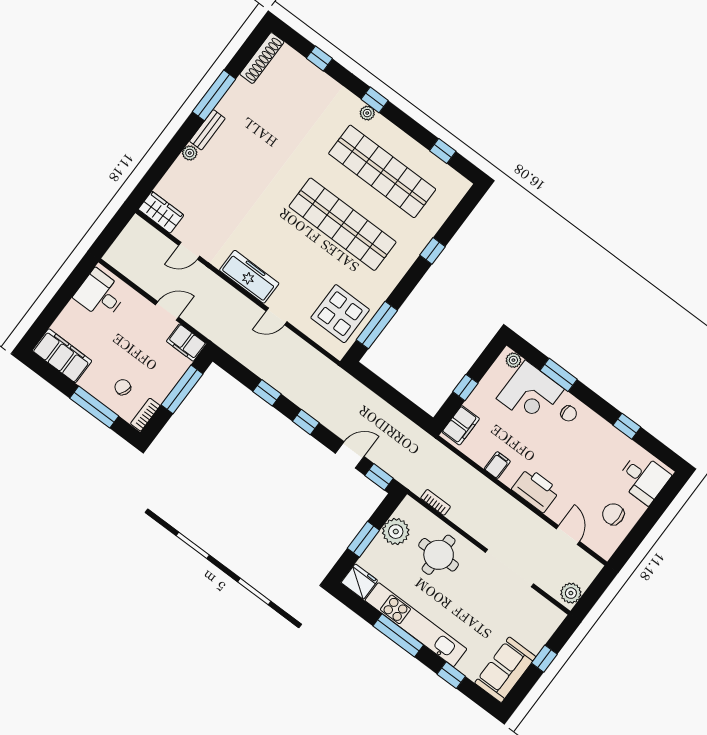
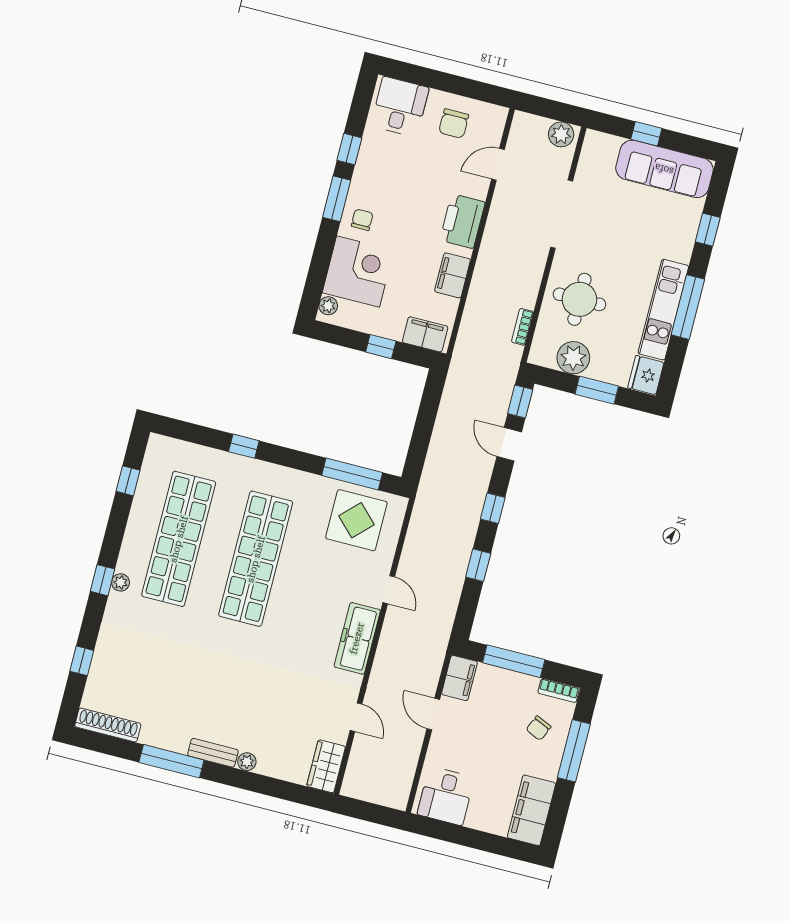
window: (559, 375) -> (337, 199), moved
filing cabinet: (497, 465) -> (453, 275), width x2.00
kitchen unit: (416, 625) -> (663, 310), width x0.73
sofa: (505, 670) -> (664, 169), width x1.36

